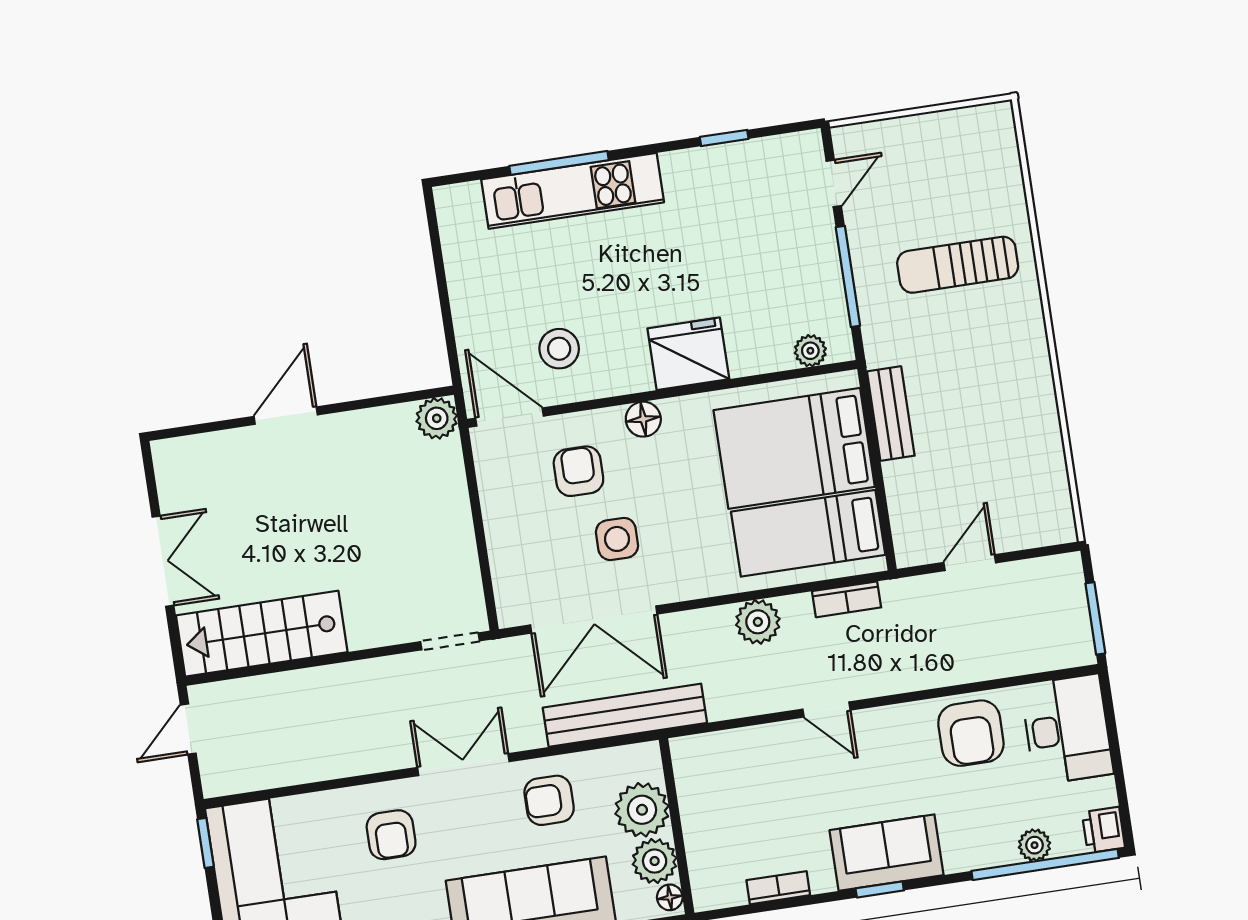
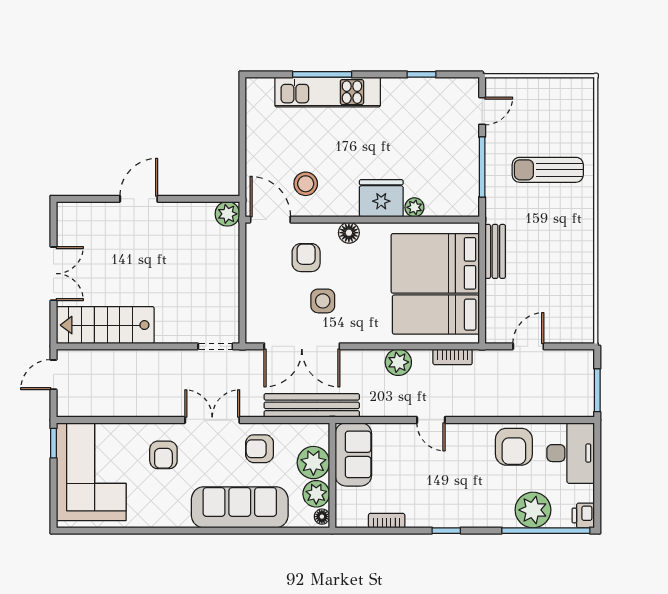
plant: (810, 351) -> (414, 207), moved
plant: (1035, 845) -> (533, 510), width x1.87, depth x1.87
sofa: (887, 853) -> (353, 454), moved, turned 90

